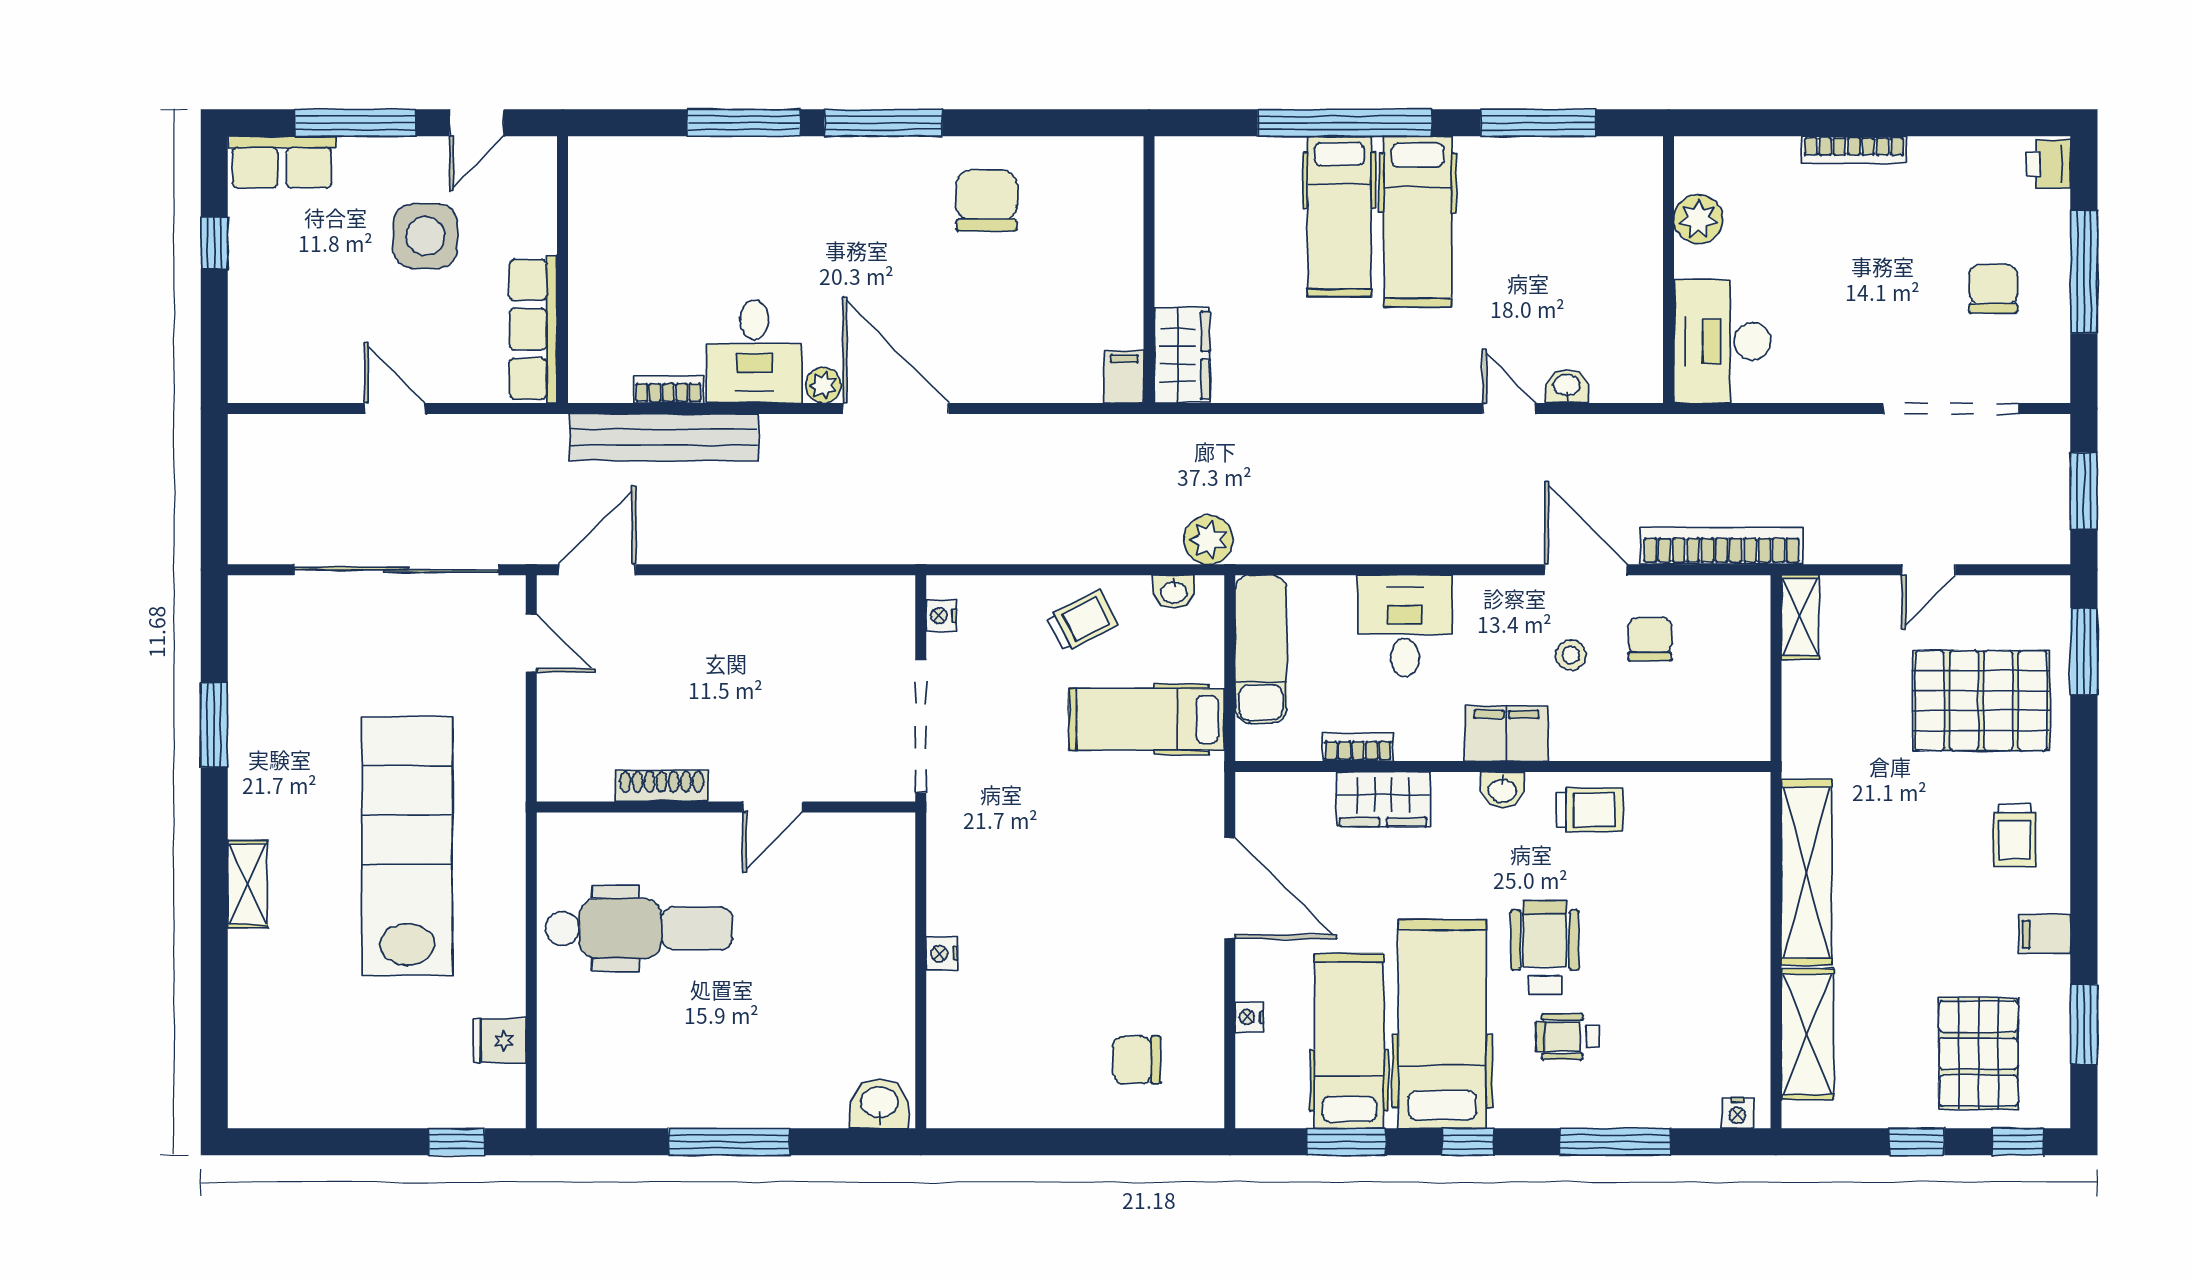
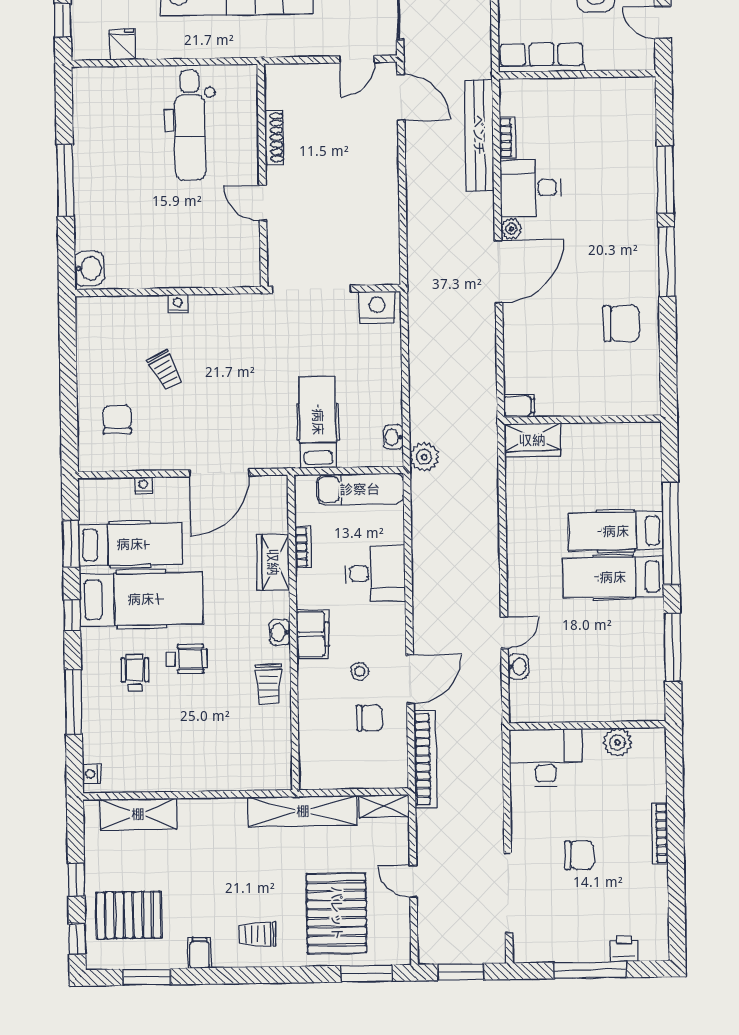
printer: (2049, 164) -> (624, 949), moved
chair: (1993, 289) -> (579, 855), moved
nightstand: (941, 616) -> (377, 307), width x1.89, depth x1.79
trolley: (1082, 621) -> (165, 370), moved
shelving: (1807, 873) -> (303, 811), moved
wheelchair: (1545, 947) -> (187, 659), width x0.73, depth x0.73

